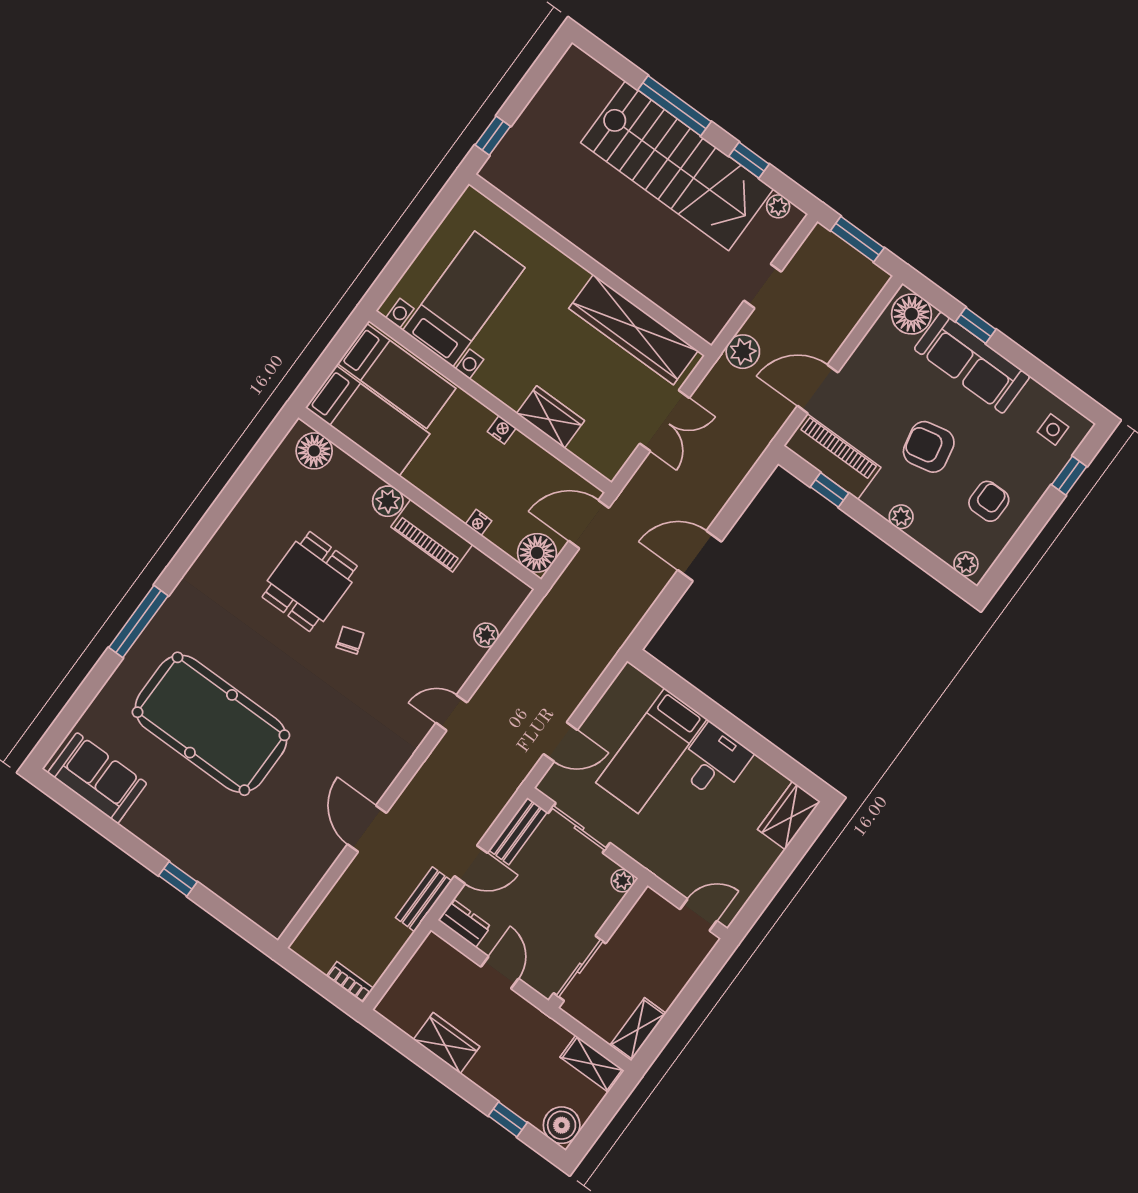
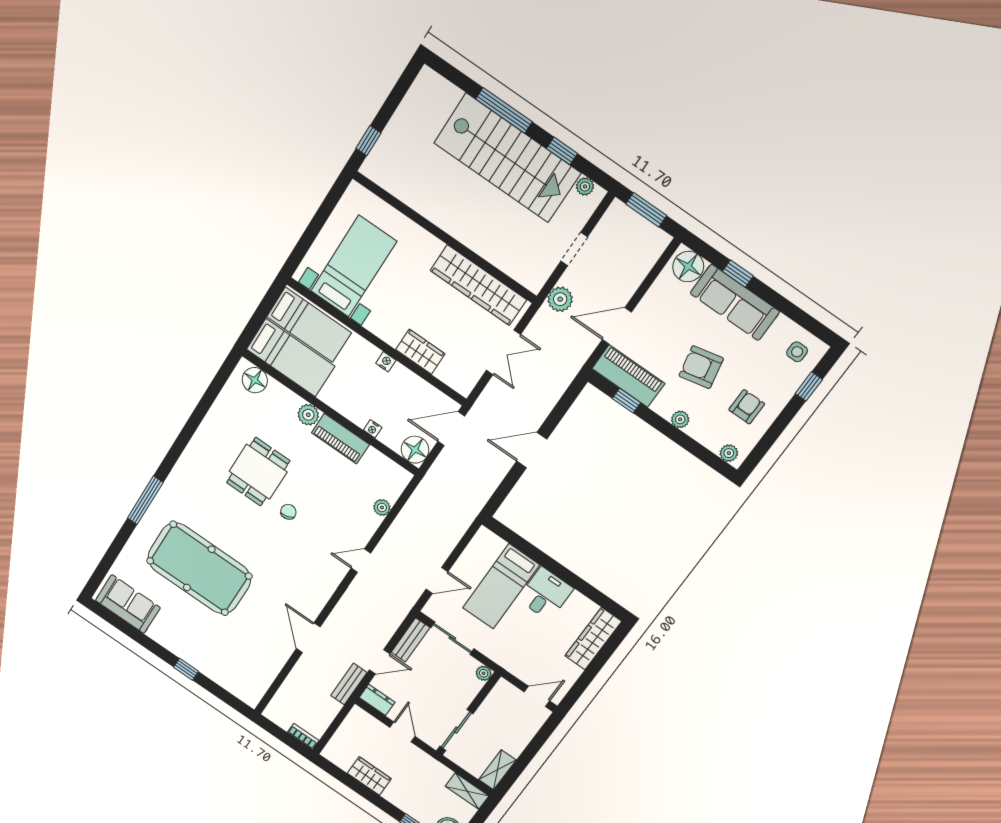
wardrobe: (789, 816) -> (593, 639), width x1.50

